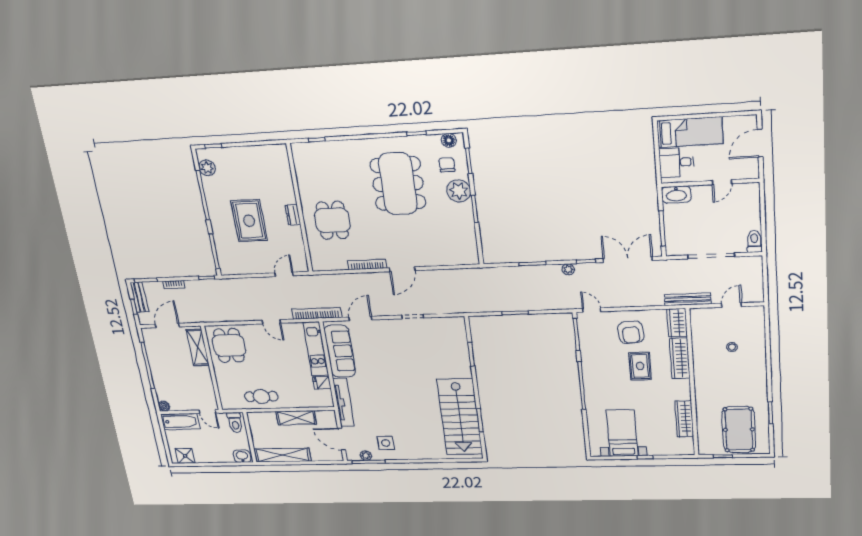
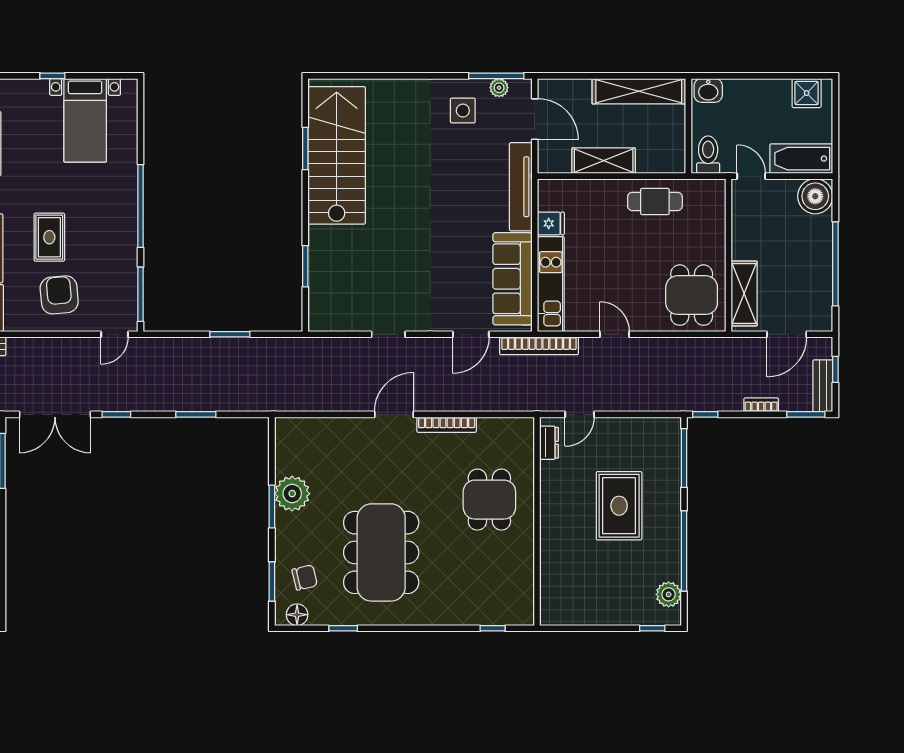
chair: (447, 165) -> (305, 577), turned -103
plant: (459, 191) -> (292, 494), moved
dresser: (293, 215) -> (549, 443), moved
plant: (568, 269) -> (144, 403), removed
door: (592, 310) -> (115, 334), hinge flipped
boiler: (164, 406) -> (815, 196), width x1.86, depth x1.86

